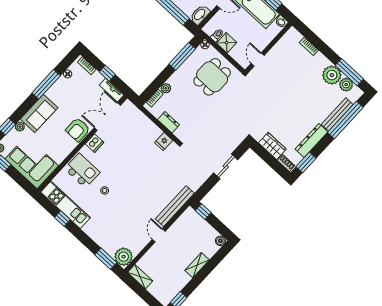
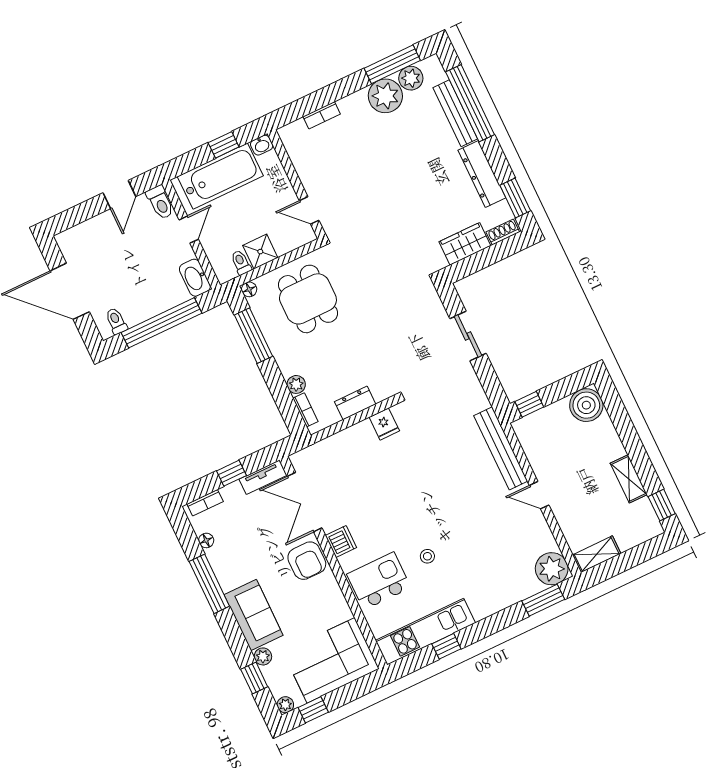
boiler: (220, 241) -> (586, 405), width x1.86, depth x1.86
shelving: (197, 265) -> (629, 479), moved

